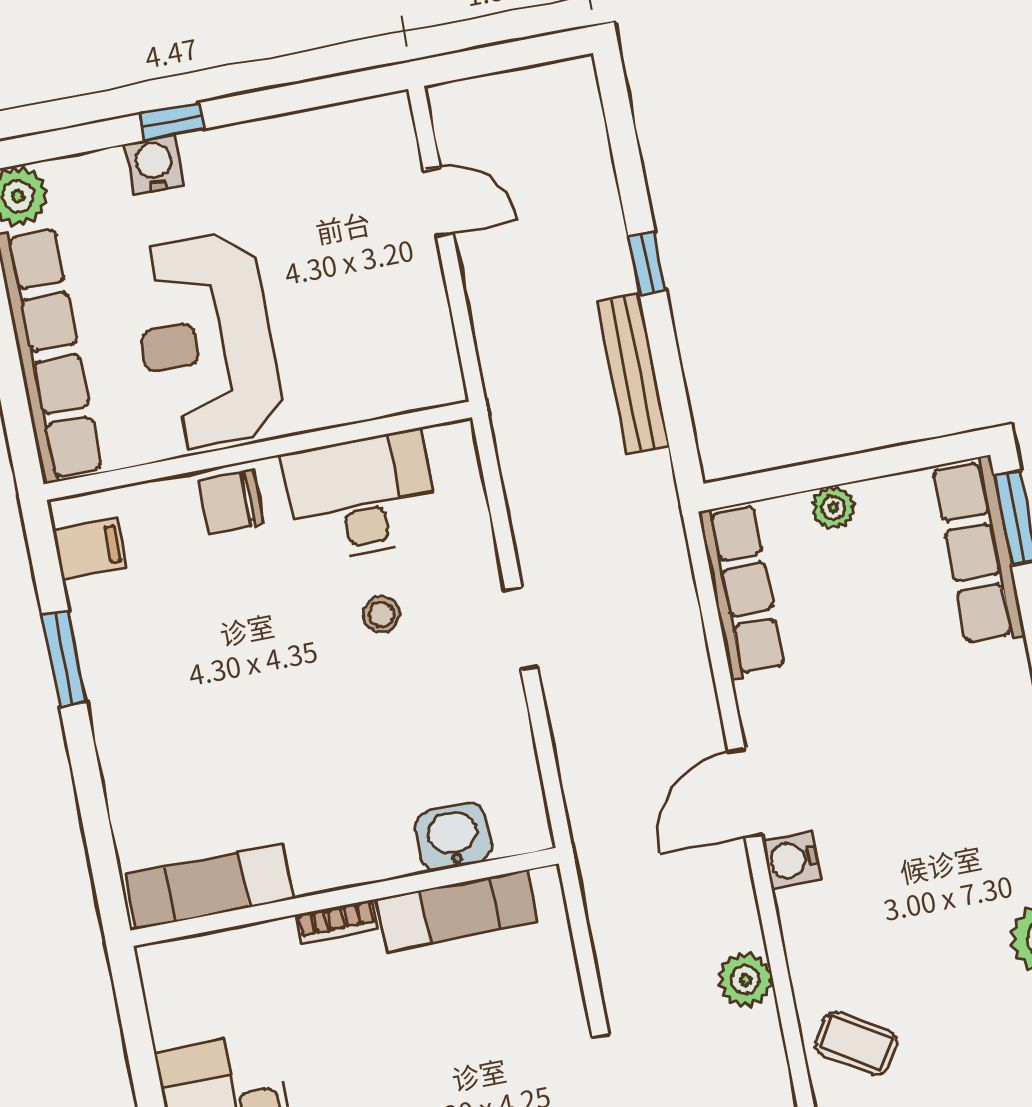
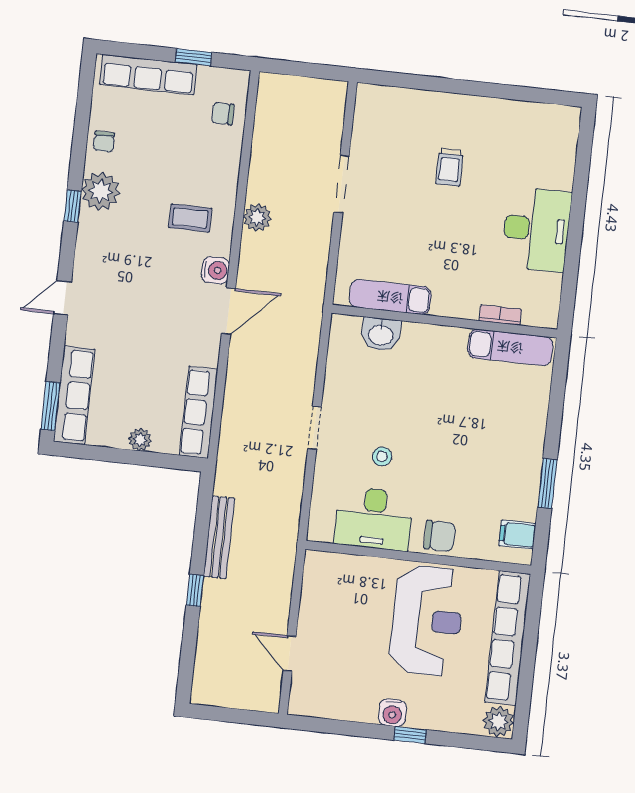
water cooler: (154, 164) -> (392, 713), moved
bookcase: (337, 922) -> (500, 315), moved
coffee table: (856, 1043) -> (190, 218), moved, turned -31

